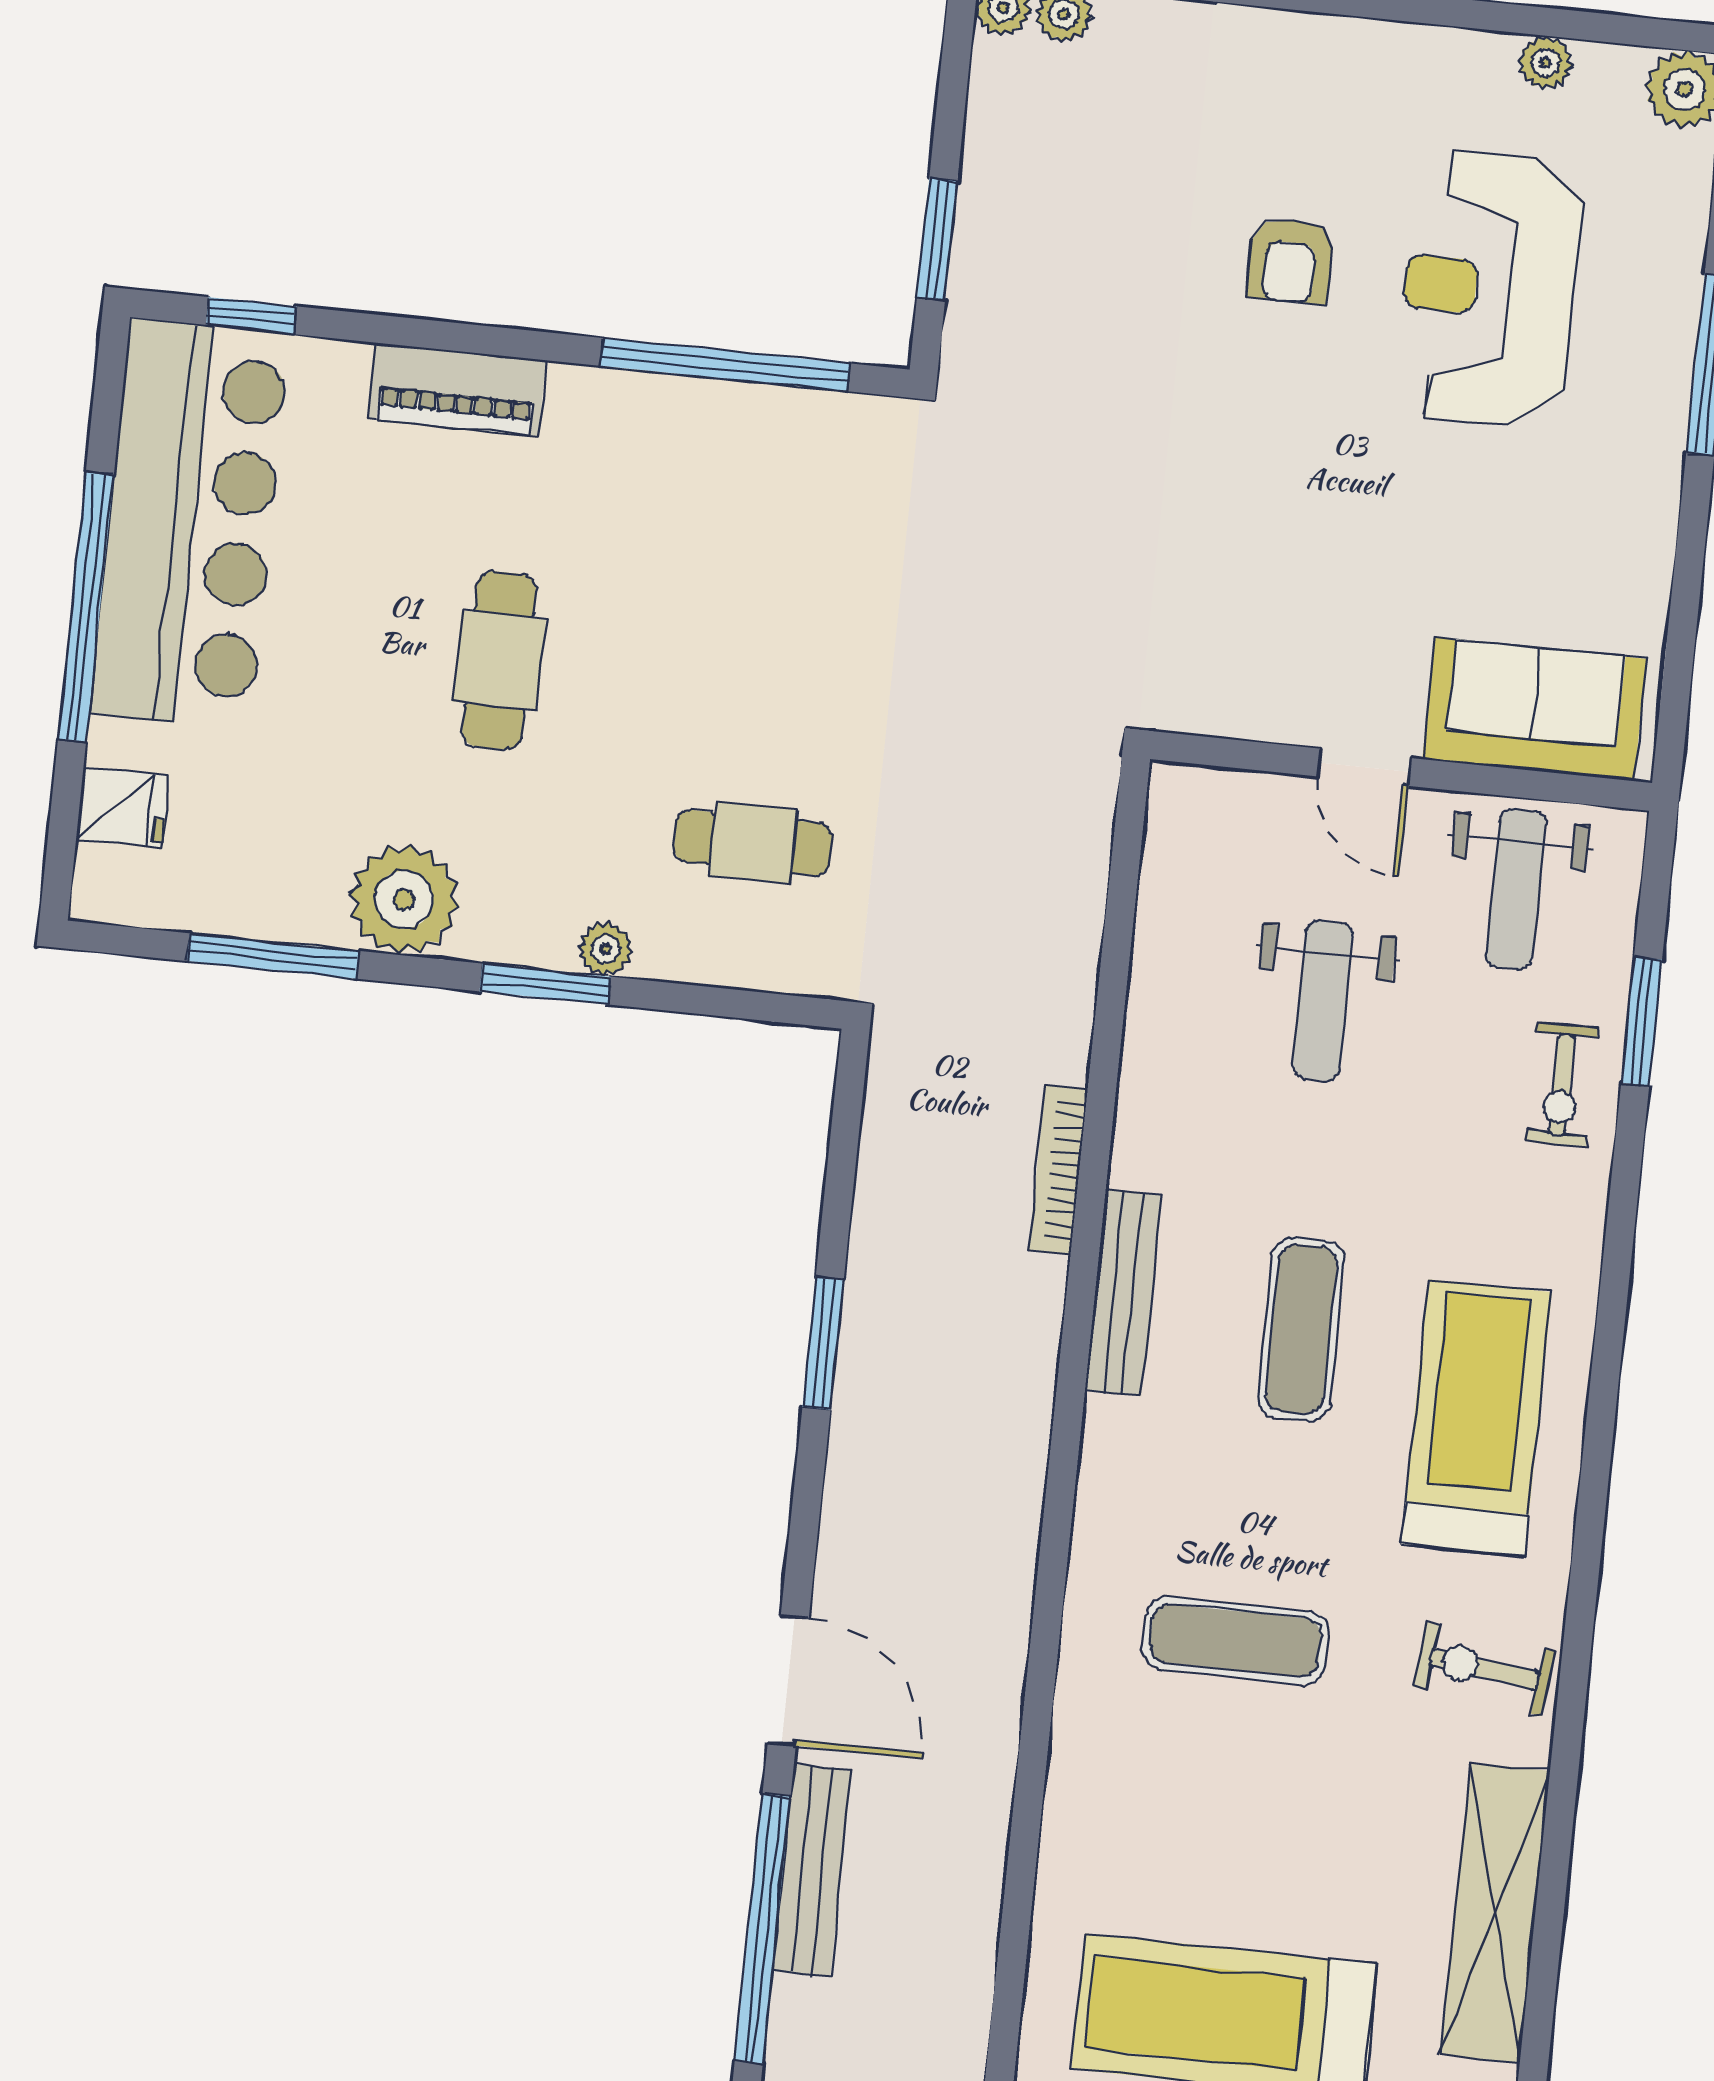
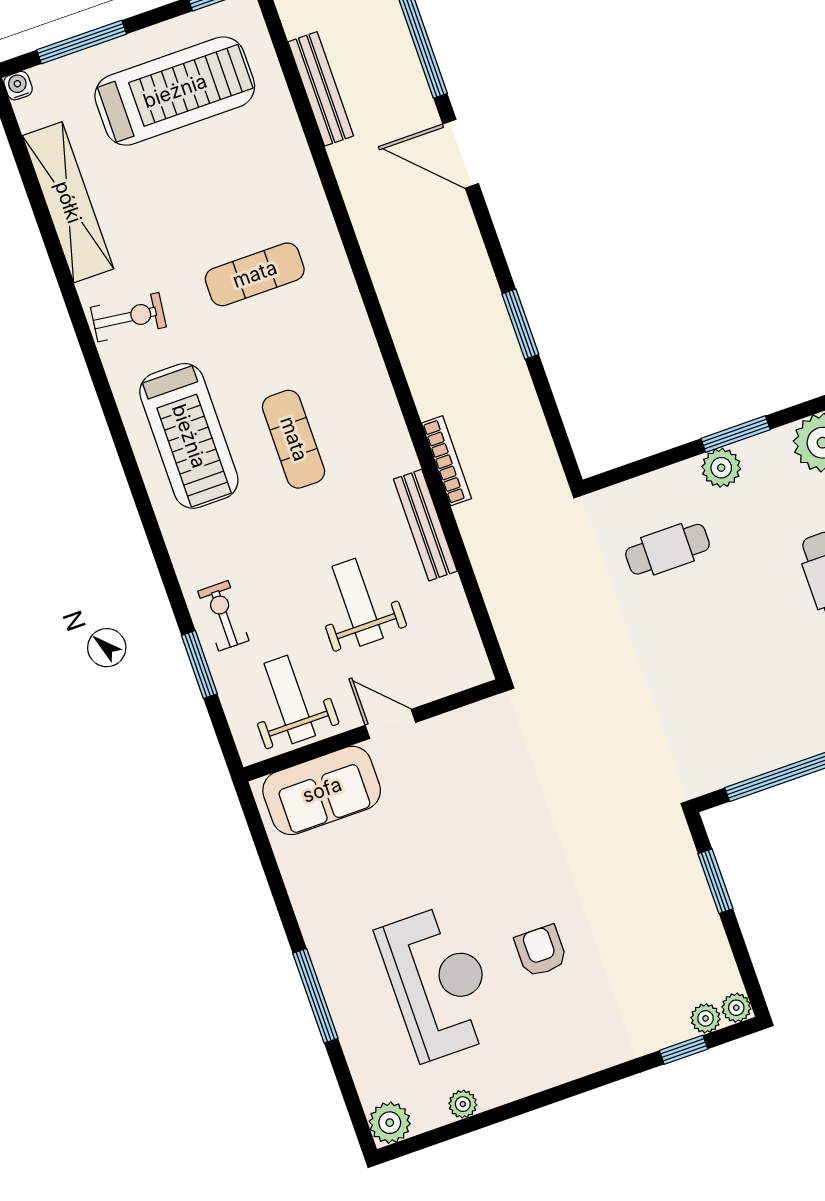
plant: (605, 949) -> (721, 468), width x1.38, depth x1.38
bench: (1123, 1293) -> (425, 525), moved
bench: (812, 1870) -> (321, 89), moved

